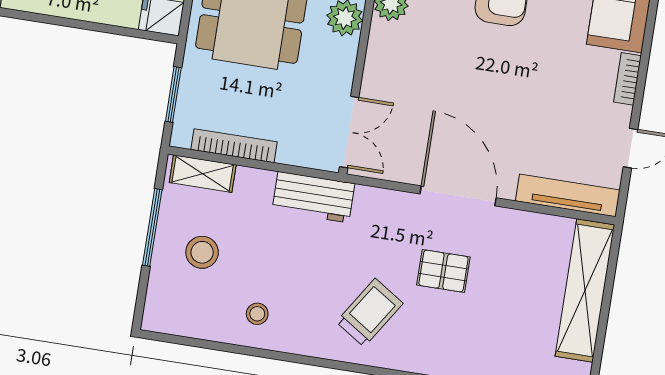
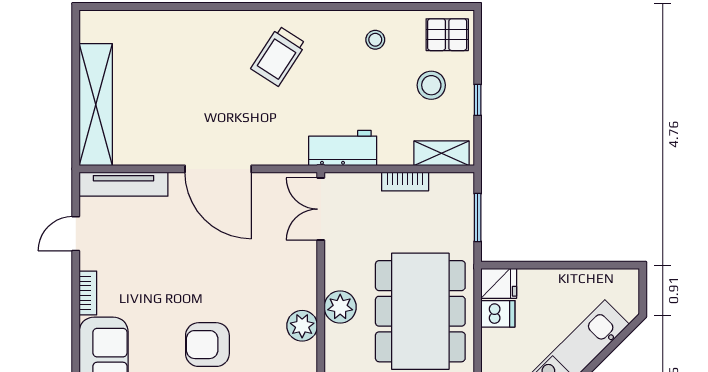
bookcase: (234, 146) -> (405, 182), width x0.64
window: (152, 227) -> (478, 100), width x0.46
pallet: (443, 271) -> (447, 35), moved

